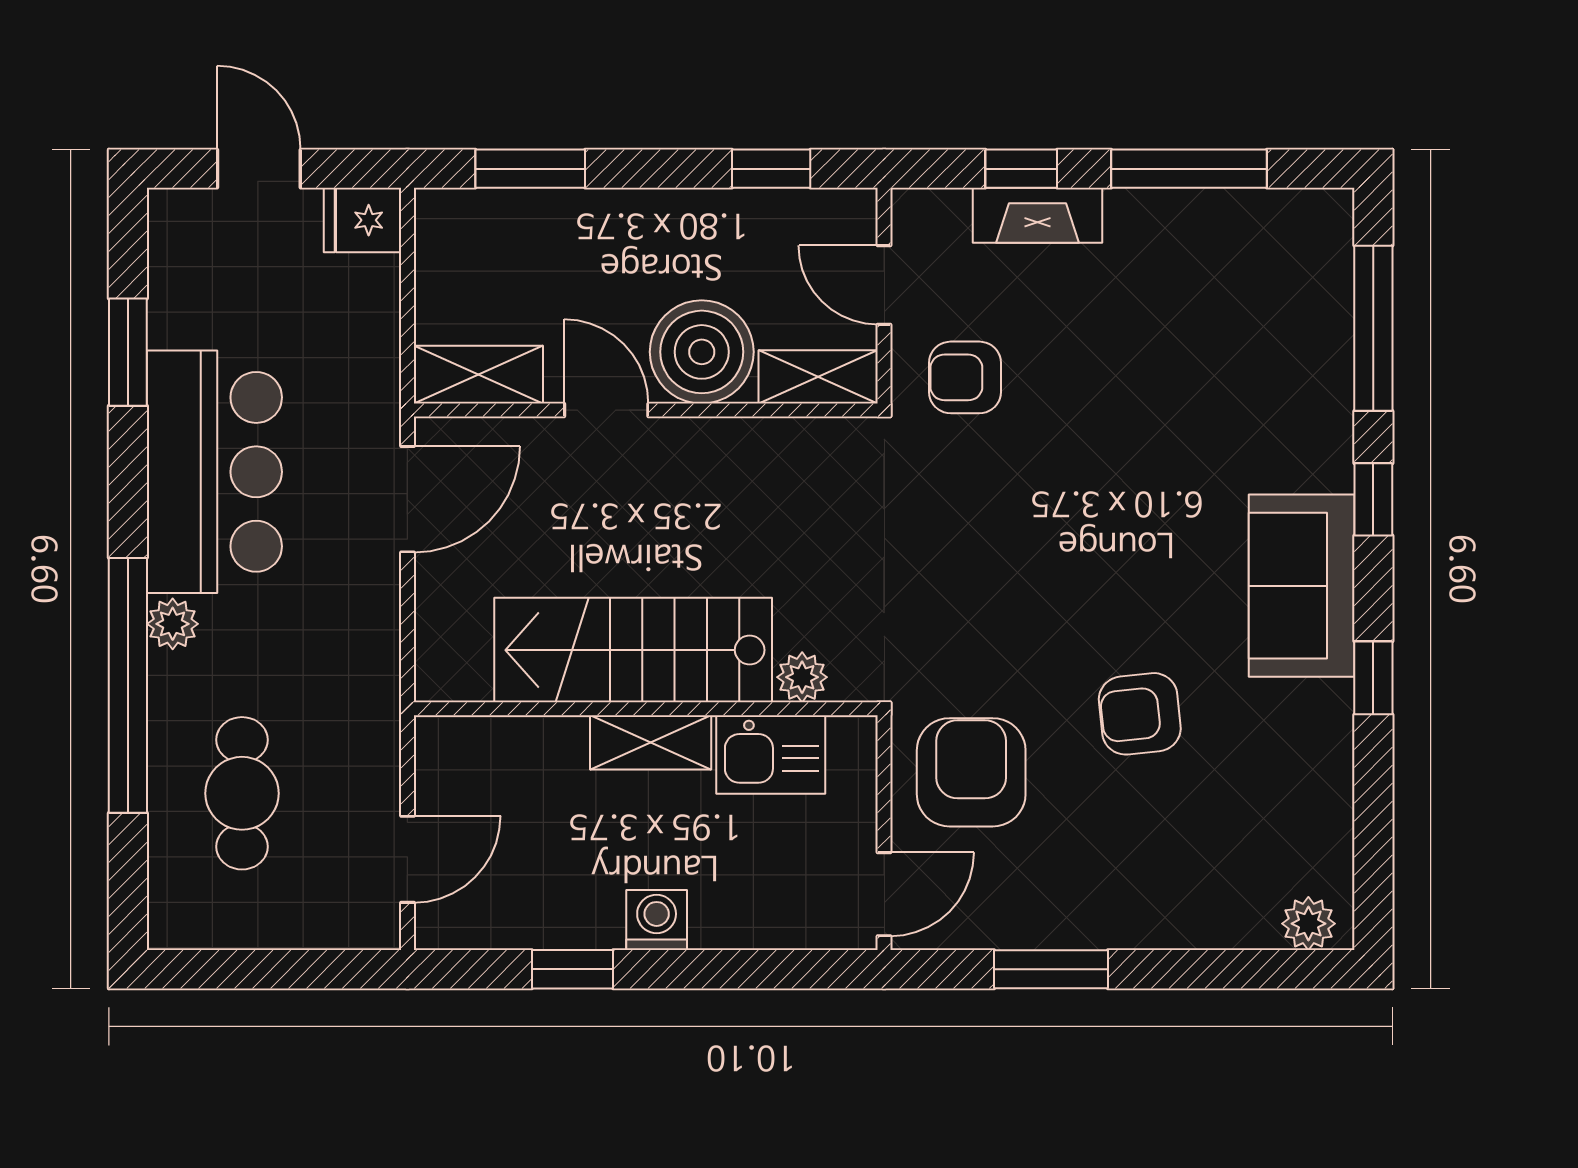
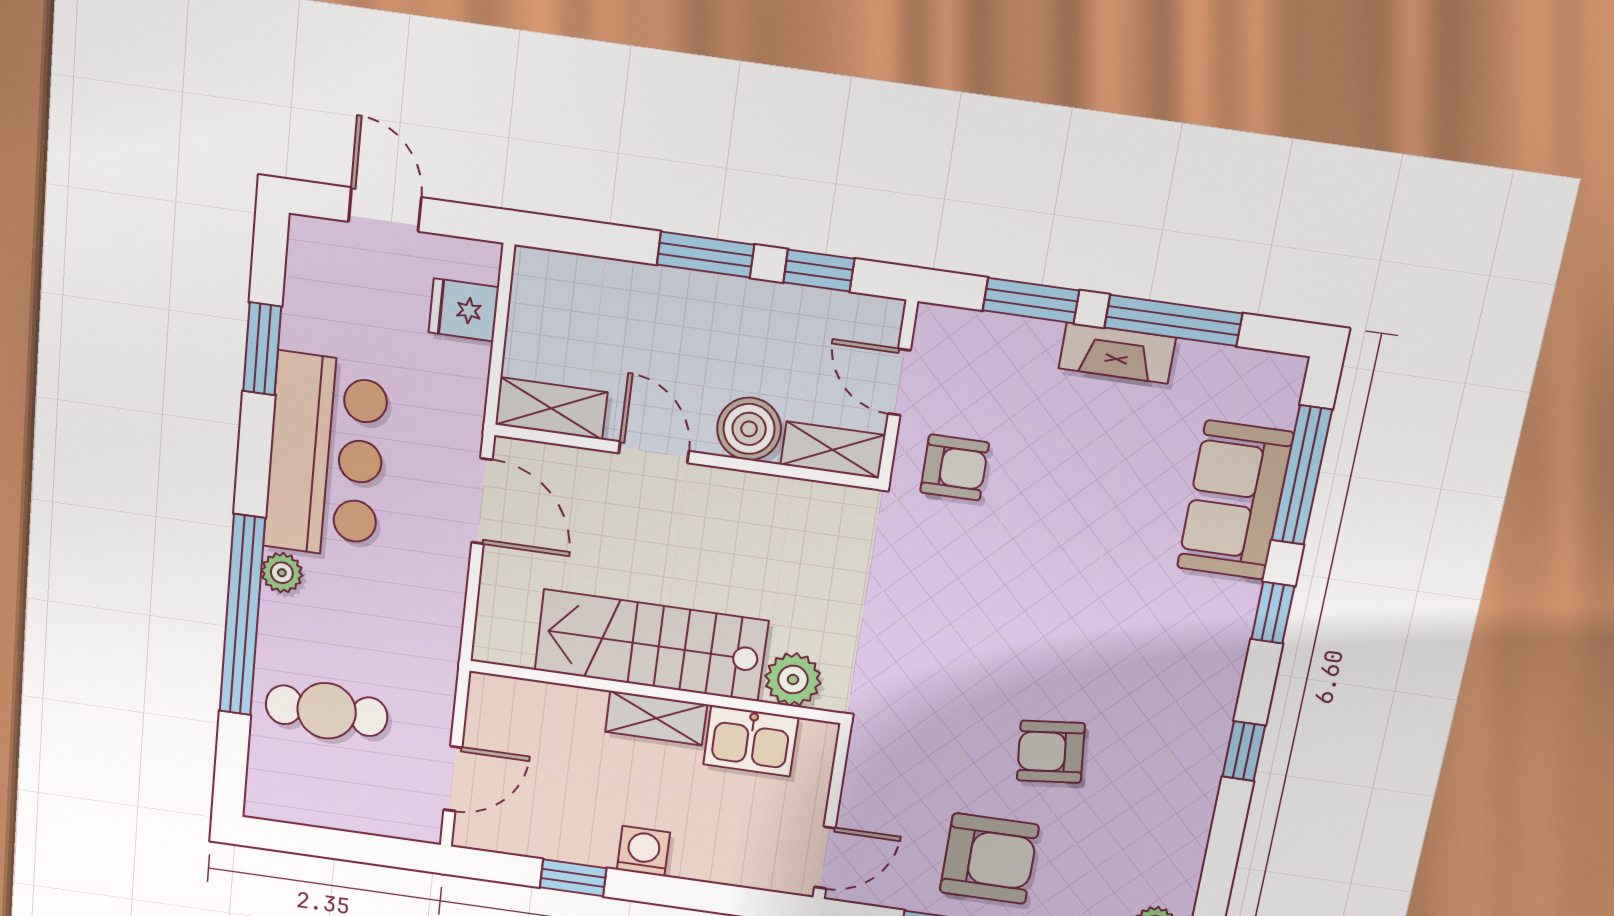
window: (530, 169) -> (706, 255), moved
window: (1021, 169) -> (1031, 300), width x1.50
fireplace: (1037, 215) -> (1117, 353), moved
fridge: (362, 220) -> (464, 310), moved
boiler: (702, 352) -> (749, 429), width x0.73, depth x0.73
armchair: (965, 377) -> (955, 468), turned 180
door: (407, 499) -> (482, 501), hinge flipped
sofa: (1302, 586) -> (1235, 500), moved
plant: (802, 677) -> (793, 679), width x1.38, depth x1.38
armchair: (971, 772) -> (989, 859), moved, turned 90
cafe table: (242, 793) -> (327, 711), turned 90

